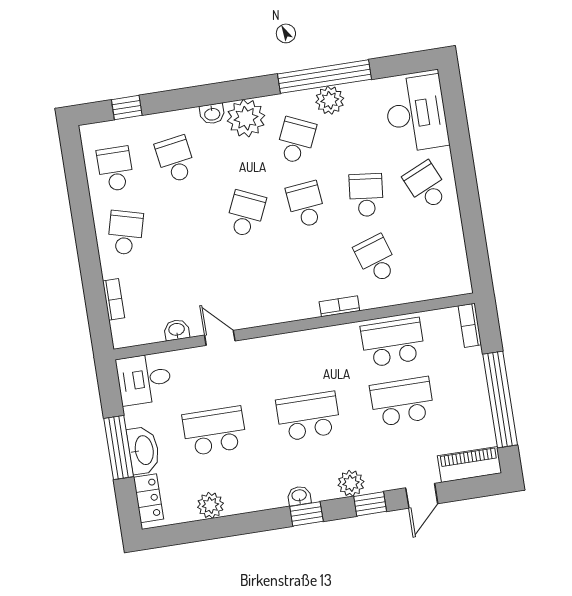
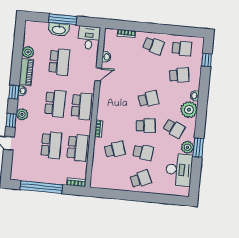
window: (324, 77) -> (198, 148), width x0.47
desk: (416, 114) -> (179, 170), moved, turned -90
school desk: (246, 214) -> (148, 99), turned -42
school desk: (299, 357) -> (81, 106), added
piano: (469, 464) -> (26, 72), moved
locker: (148, 498) -> (38, 27), removed

